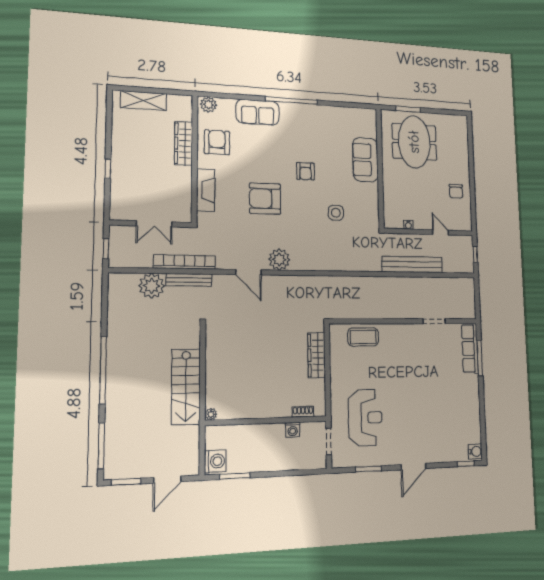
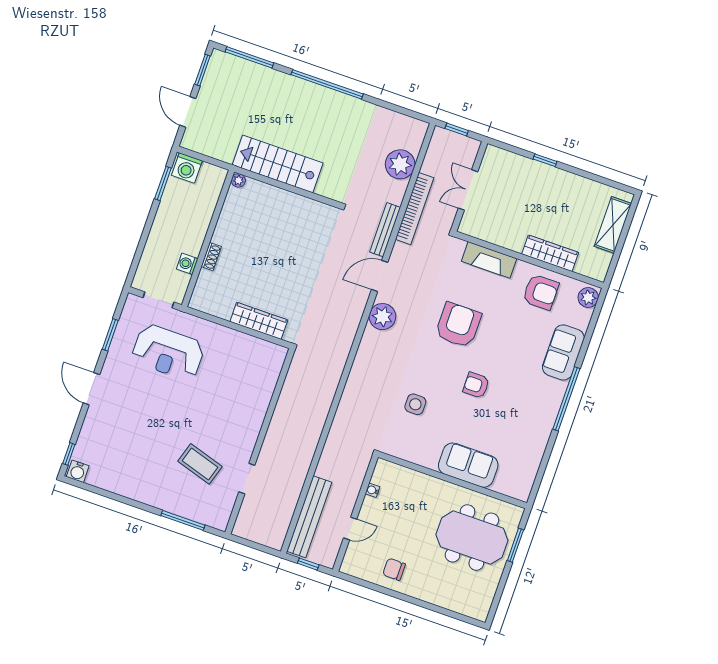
bench: (412, 265) -> (309, 517), moved
bench: (189, 280) -> (385, 230), moved
coffee table: (363, 337) -> (200, 464), moved, turned -73
row of seats: (470, 348) -> (199, 512), removed
shoe rack: (303, 412) -> (211, 257), moved

